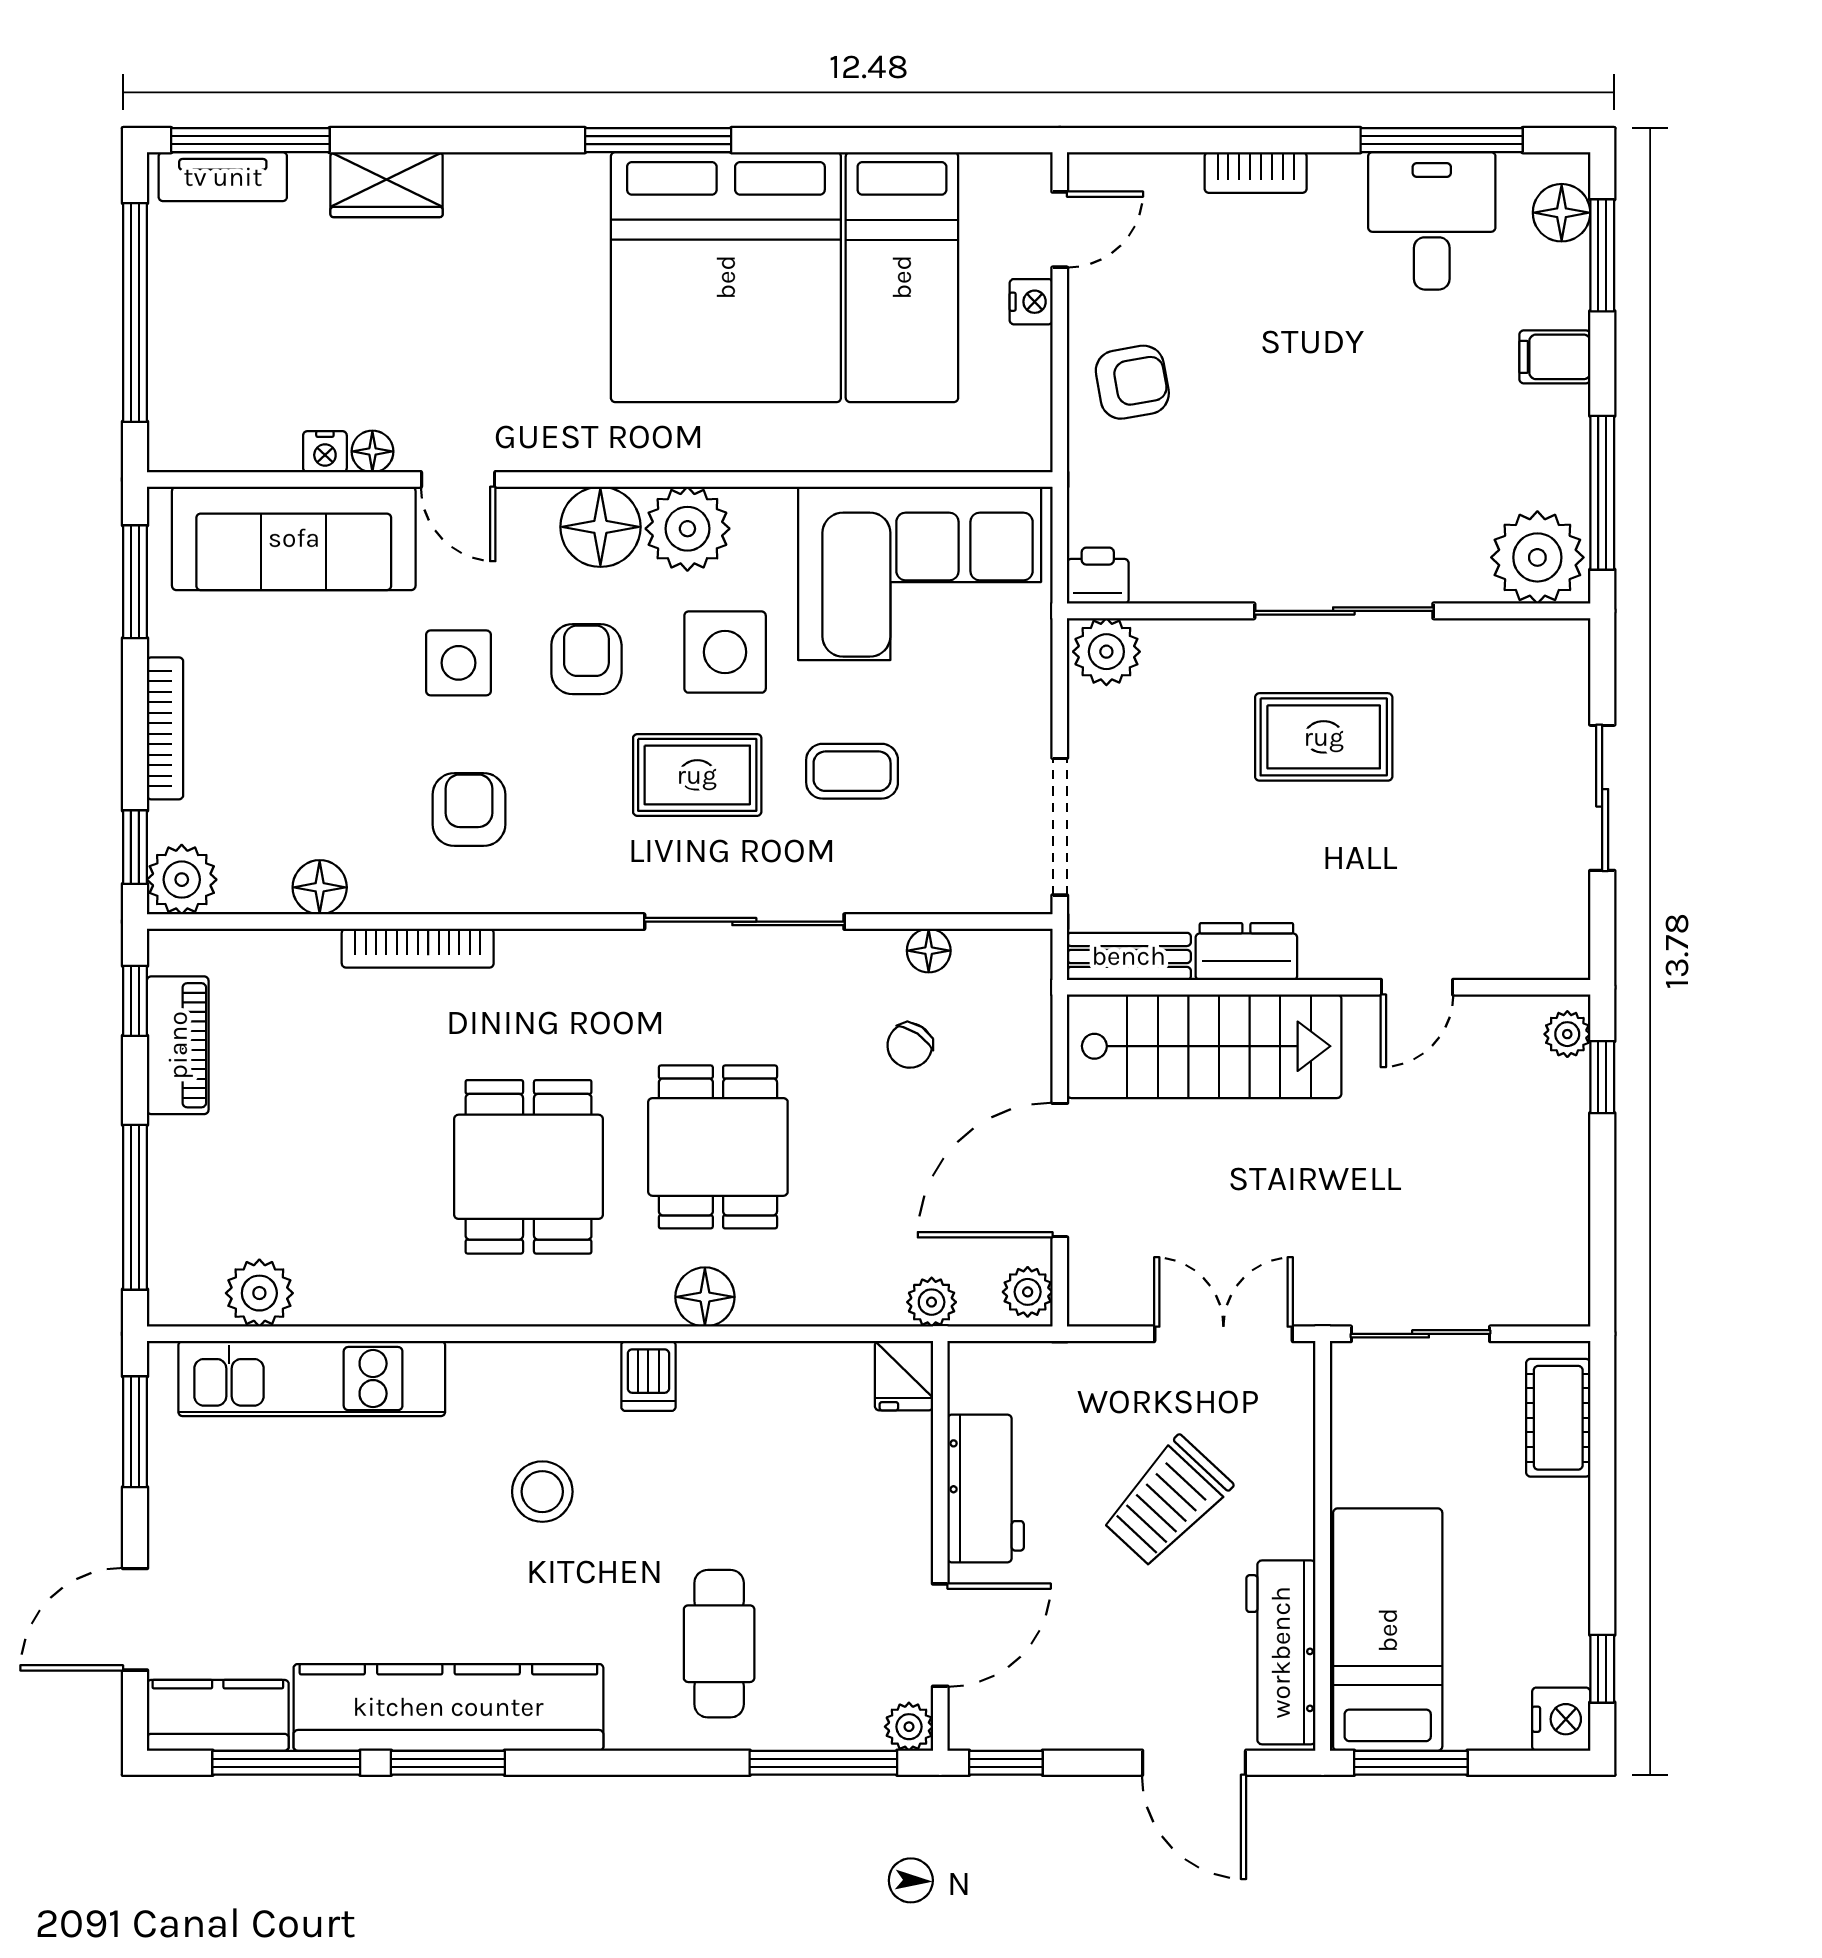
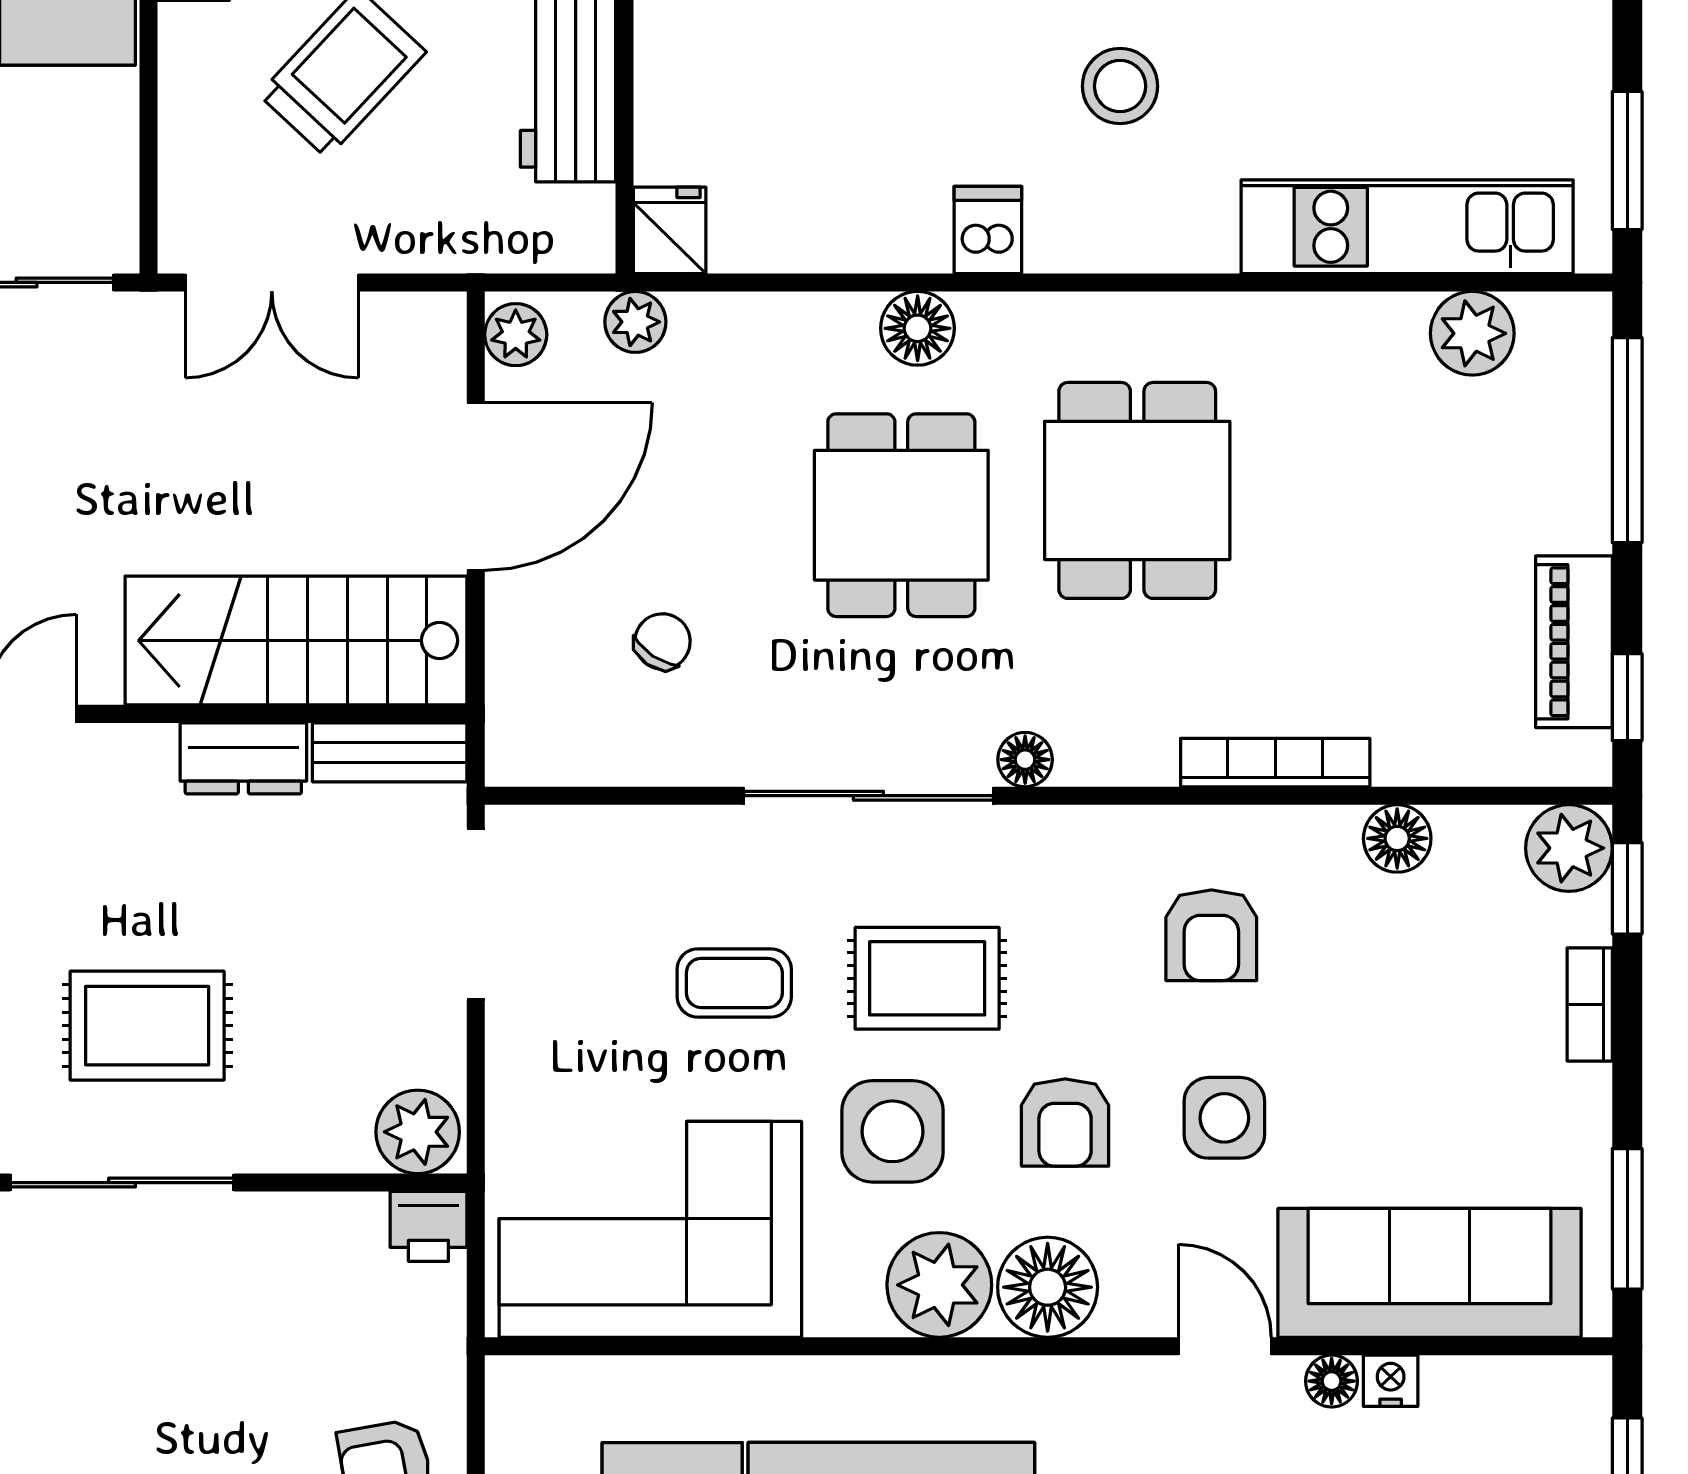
bookcase: (165, 728) -> (1590, 1005), width x0.64
floor lamp: (929, 951) -> (1025, 760), moved

